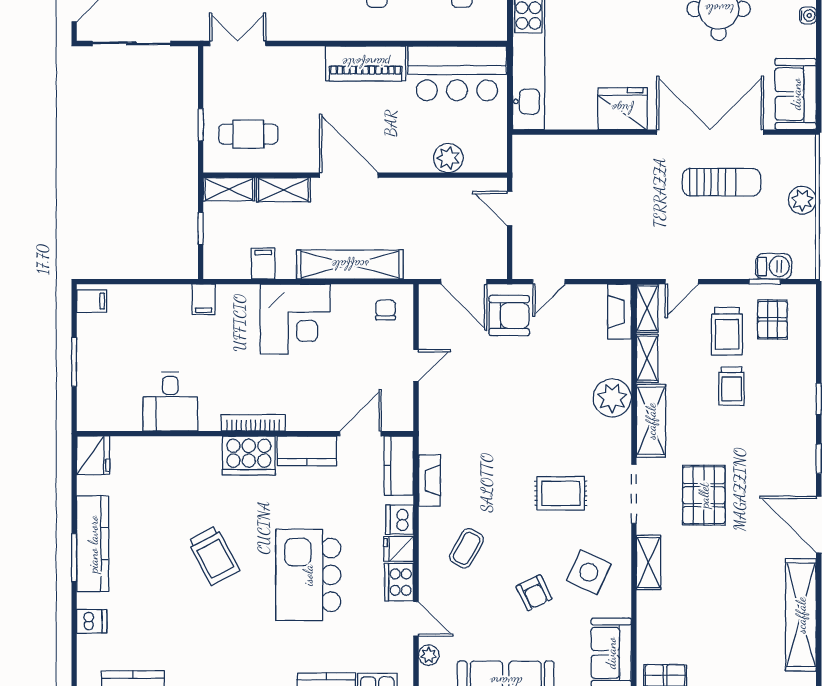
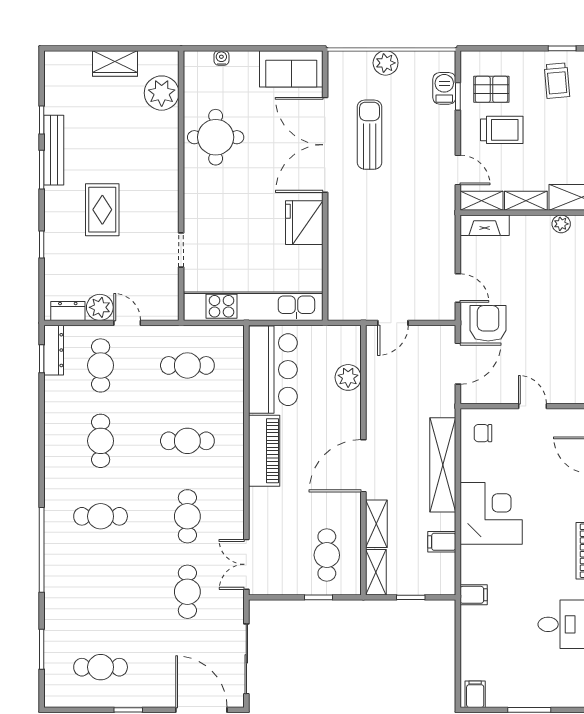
trolley: (731, 386) -> (557, 81), moved, turned 85
plant: (612, 398) -> (561, 224), width x0.53, depth x0.53

